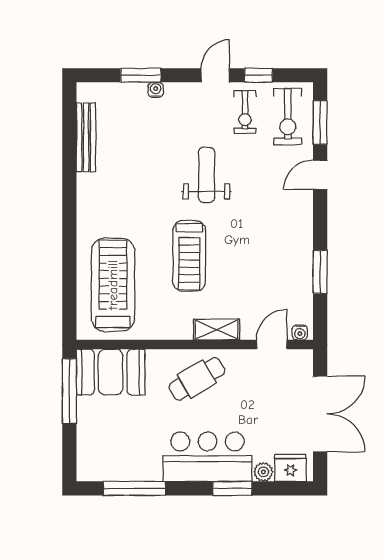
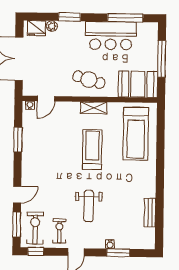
window: (258, 75) -> (36, 252), moved
bench: (86, 137) -> (150, 213), width x0.73
weight bench: (207, 175) -> (89, 206), moved
shelving: (216, 330) -> (94, 108), moved
cafe table: (197, 379) -> (89, 80), turned 47
window: (69, 391) -> (162, 59), moved
bar counter: (207, 457) -> (111, 36), moved

